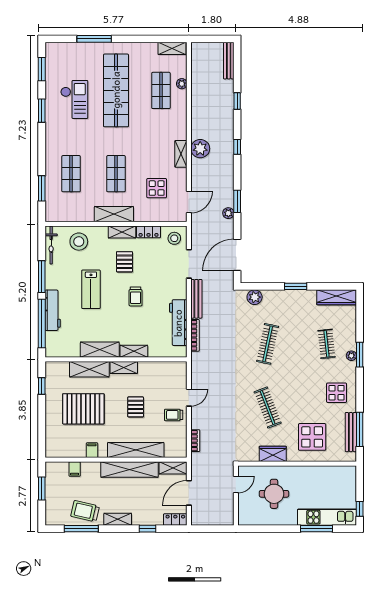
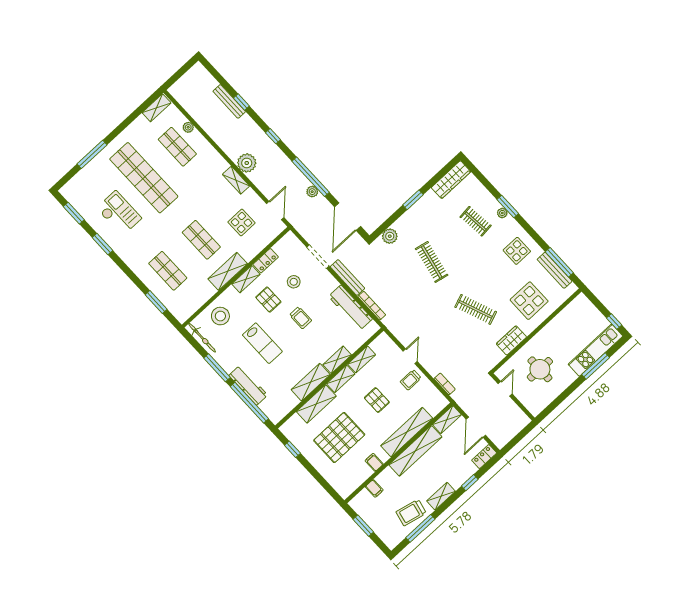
bench: (229, 61) -> (229, 101), moved
window: (237, 201) -> (311, 177), width x2.11
stool: (174, 238) -> (294, 282), moved
shelving: (152, 367) -> (362, 359), added

